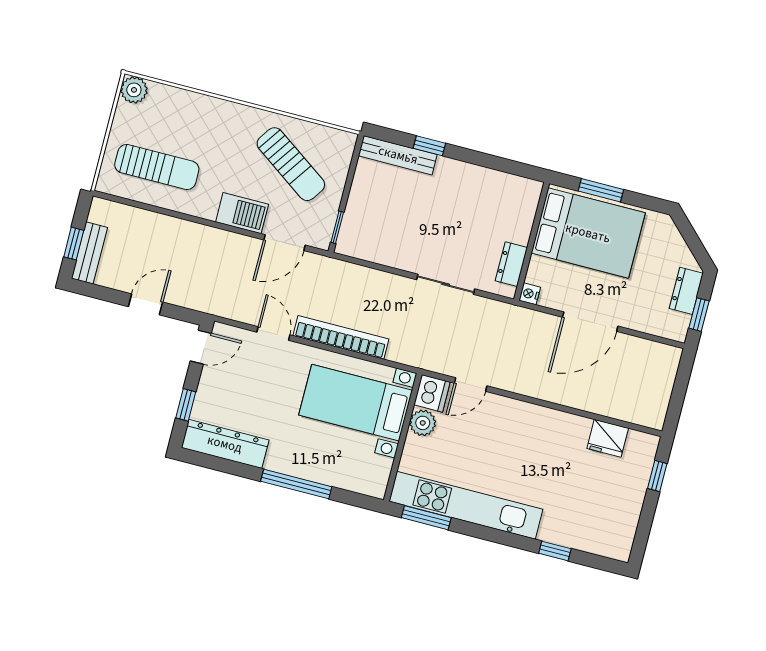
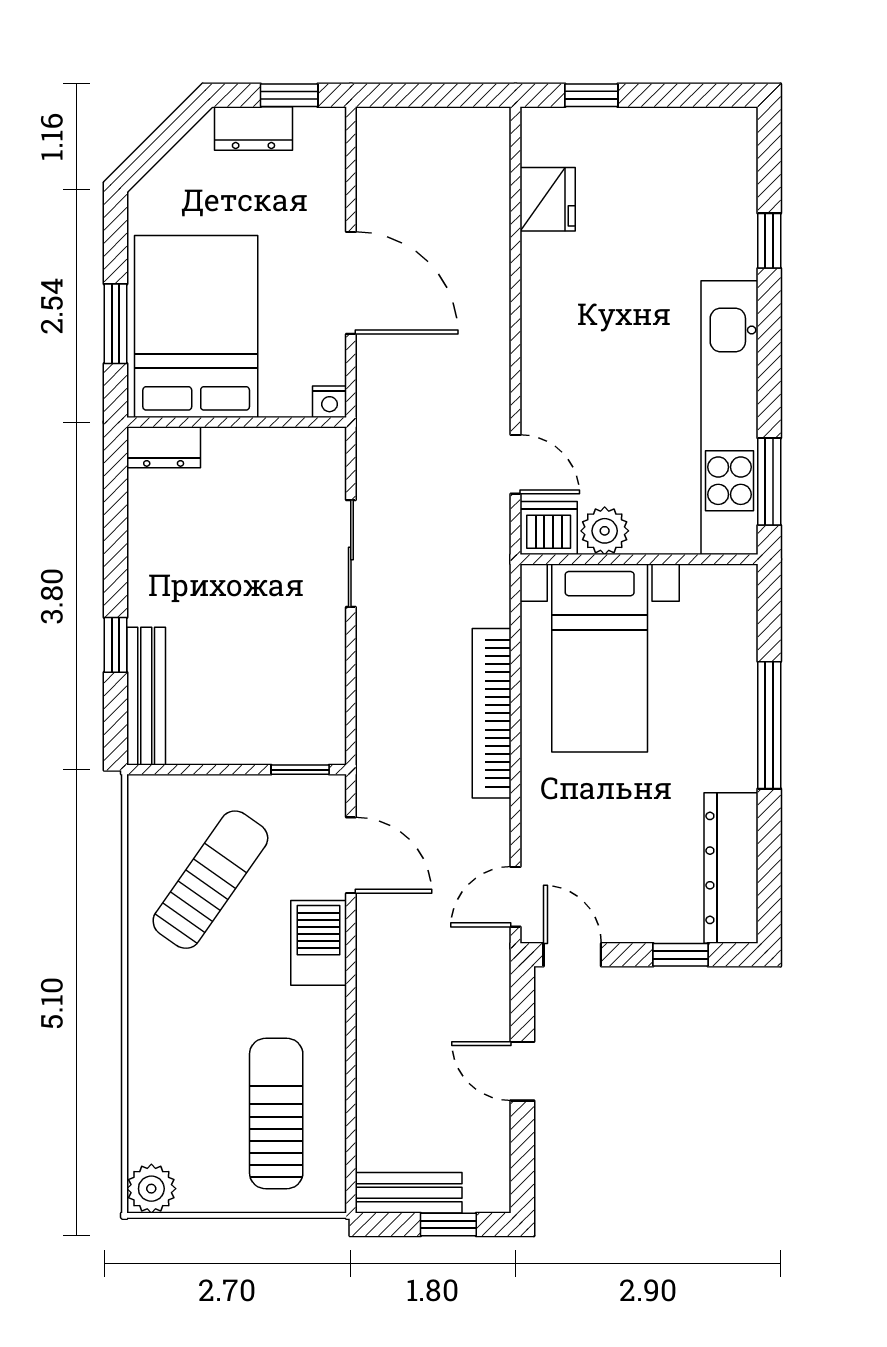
bench: (89, 253) -> (409, 1193), moved
dresser: (511, 264) -> (164, 447), moved
door: (273, 333) -> (515, 897), moved

